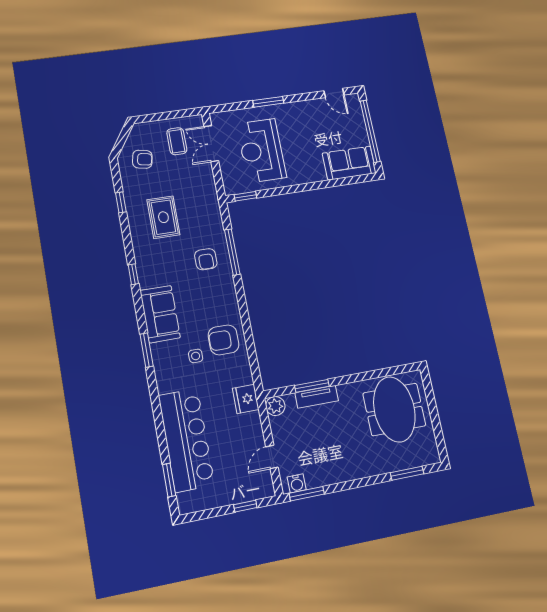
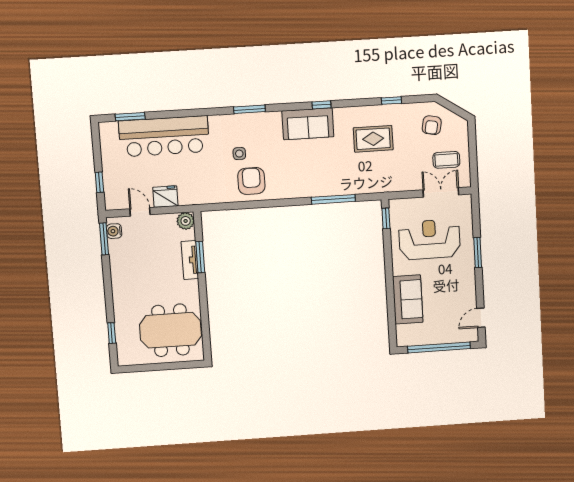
sofa: (349, 163) -> (408, 299), moved
armchair: (206, 259) -> (329, 174), removed
sofa: (160, 314) -> (308, 124), moved
fridge: (246, 399) -> (165, 197), moved
window: (407, 473) -> (112, 333), width x0.67

